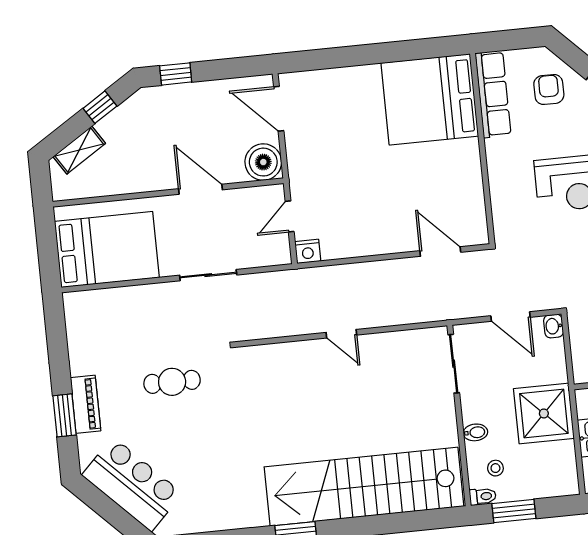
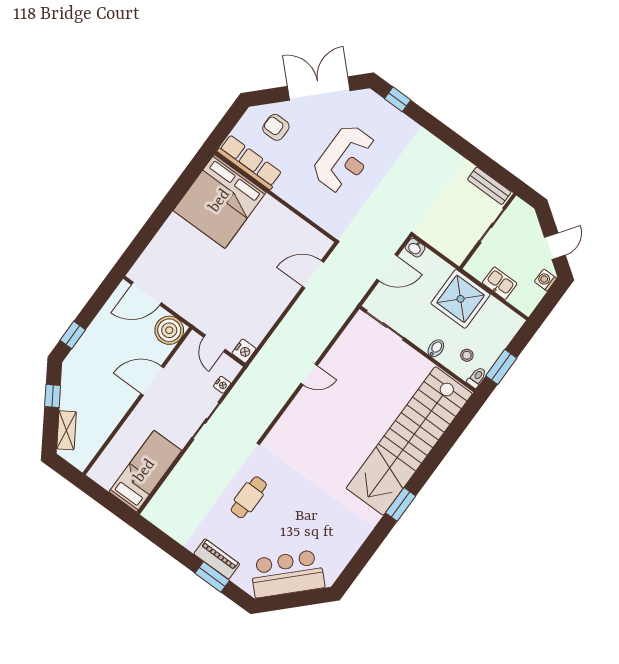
bed: (107, 249) -> (145, 471), width x0.67
nightstand: (257, 259) -> (222, 385), added

